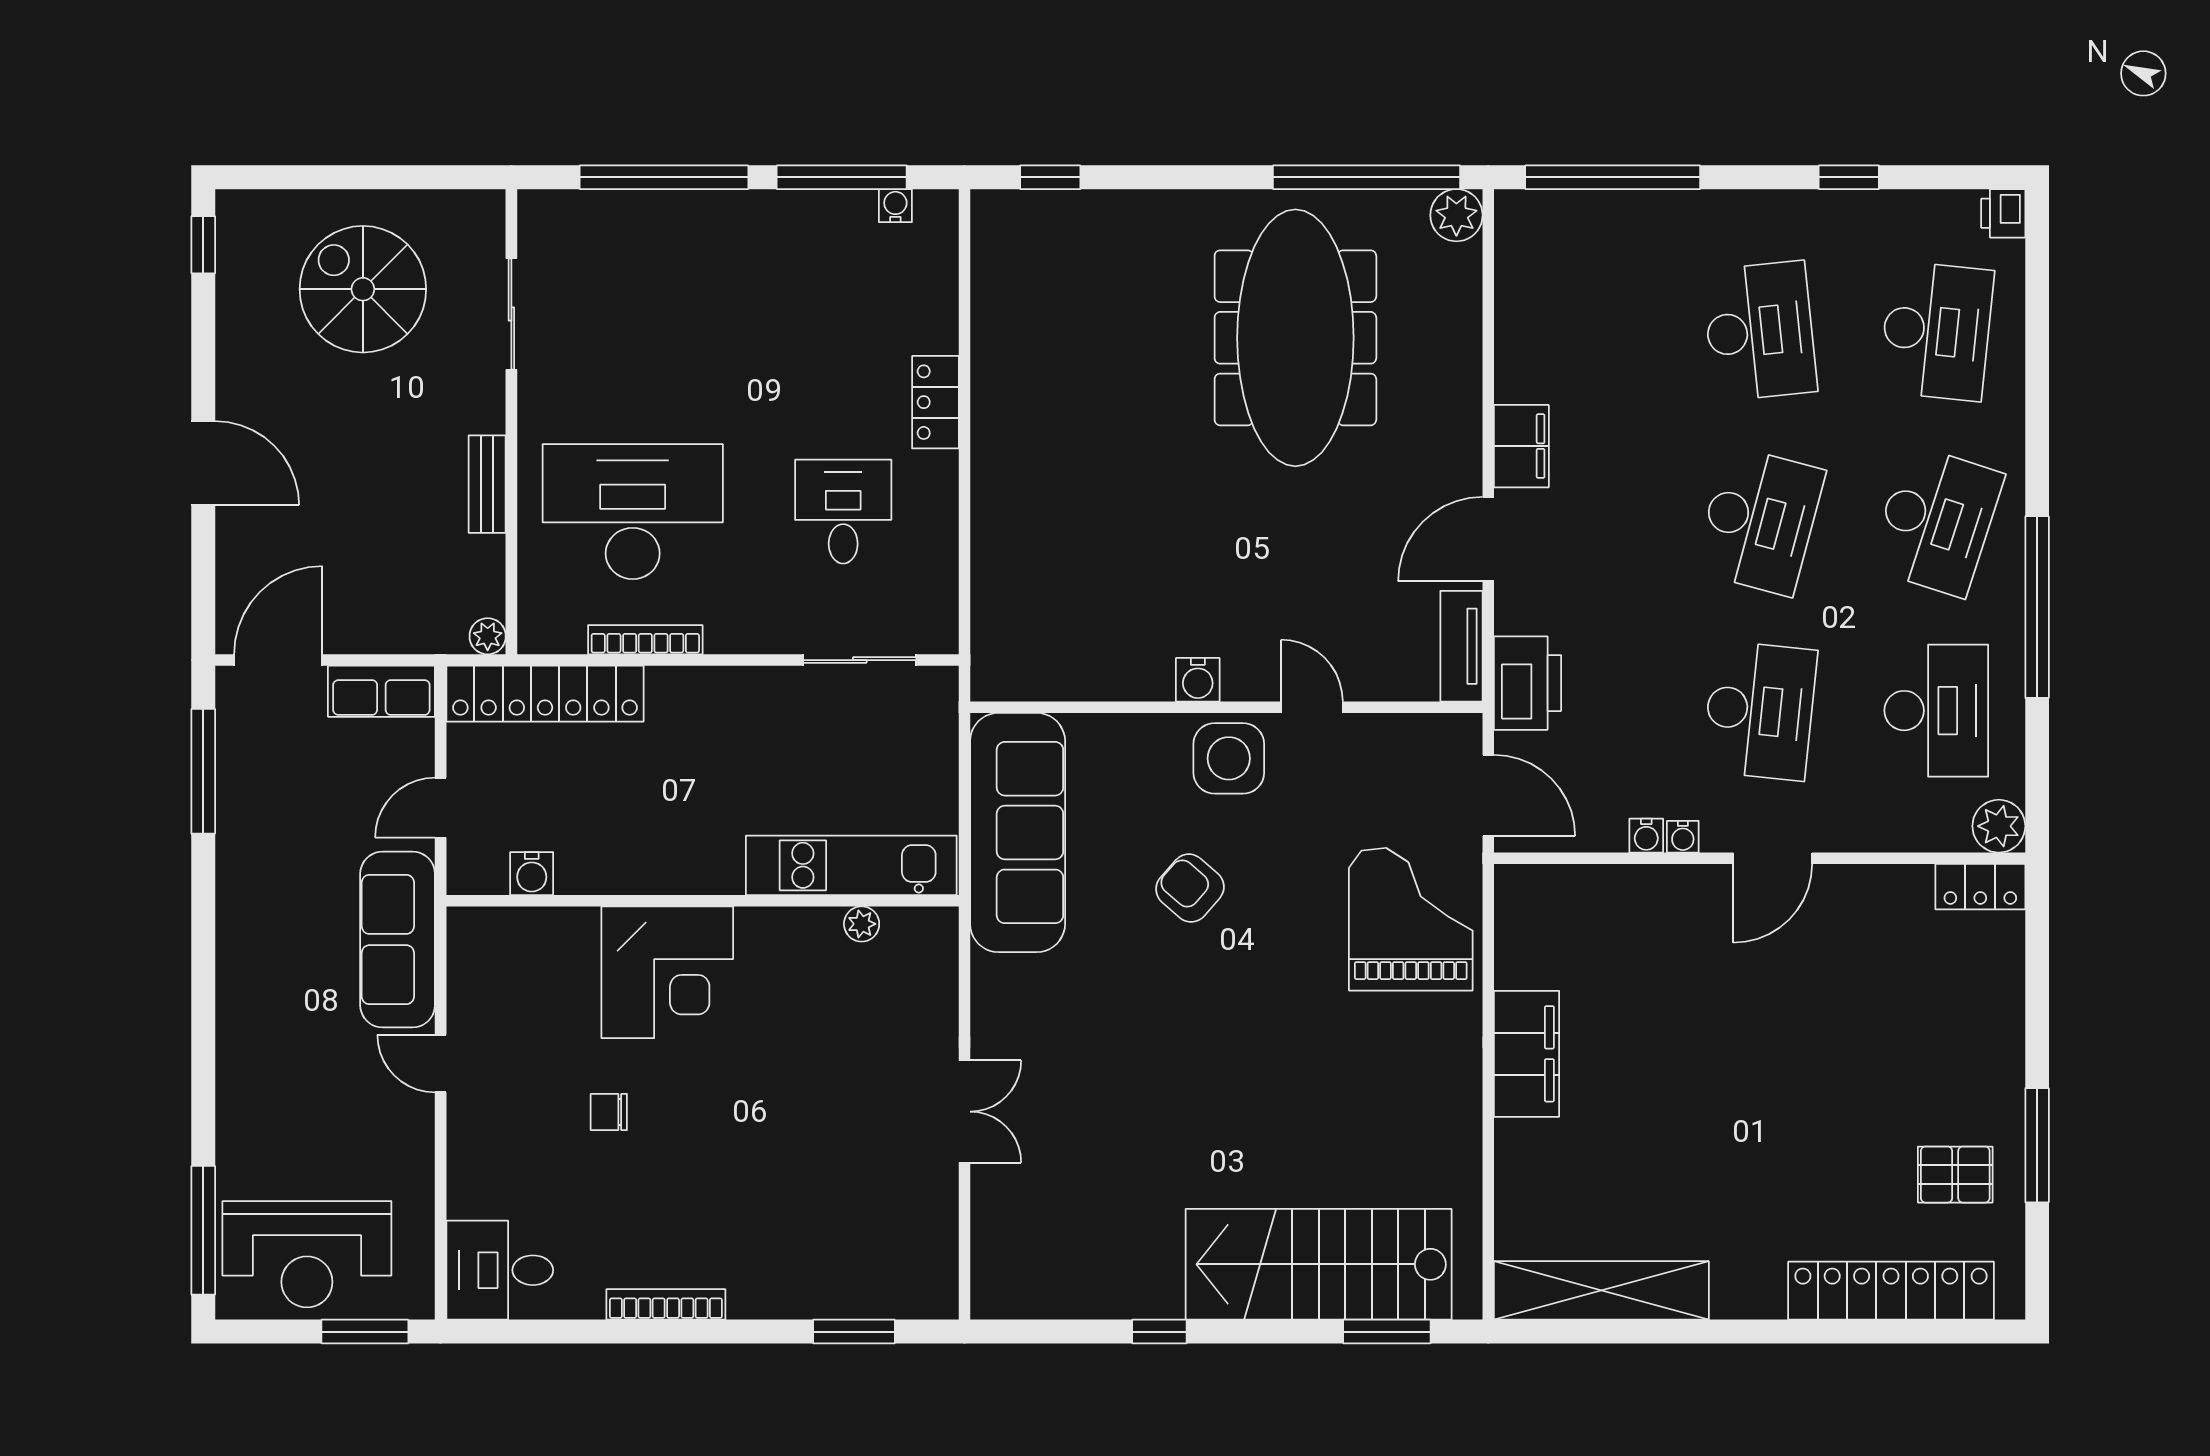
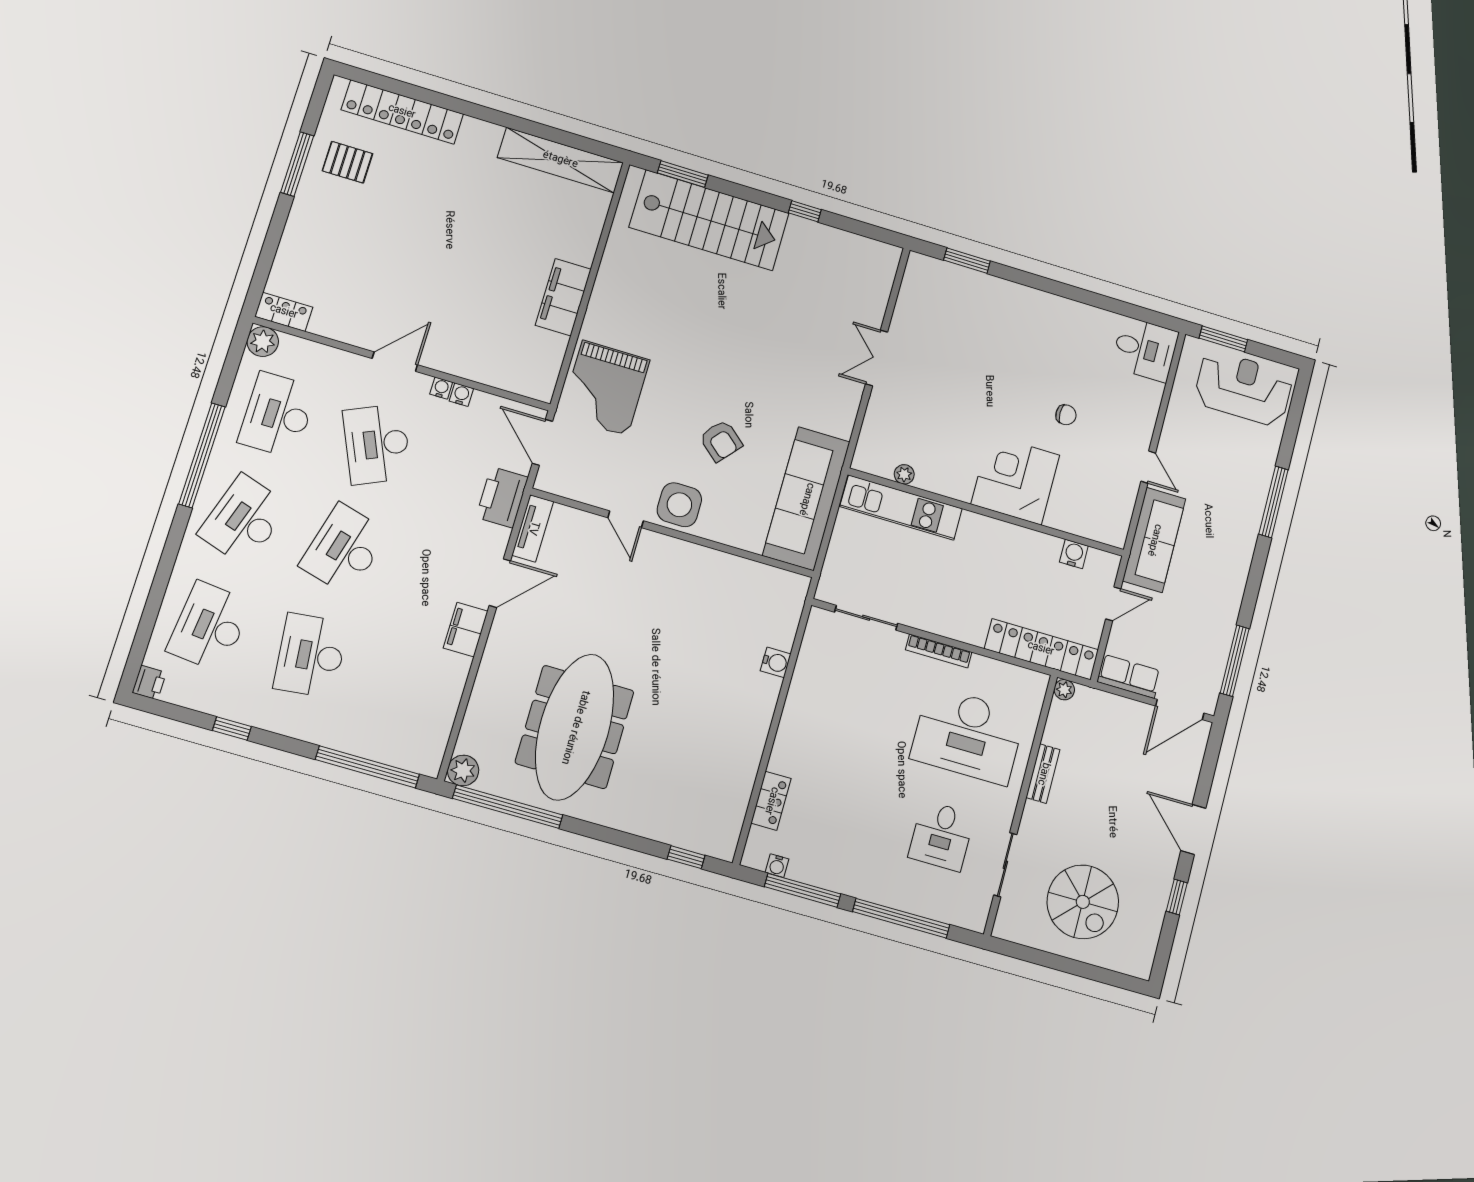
window: (203, 245) -> (1177, 897), moved
locker: (935, 402) -> (771, 801), moved
desk: (843, 512) -> (941, 836), moved
bookcase: (645, 640) -> (939, 651), moved
water cooler: (1198, 680) -> (776, 662), moved, turned 90
desk: (1760, 711) -> (377, 444), turned -30
window: (203, 1230) -> (1273, 502), moved
bookcase: (666, 1304) -> (1062, 305), removed

